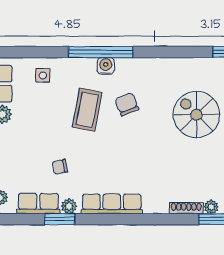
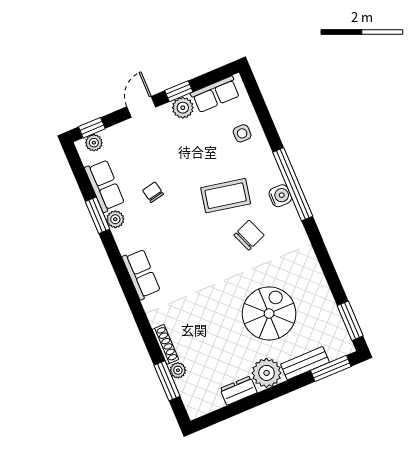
row of seats: (112, 204) -> (141, 274), width x0.68

